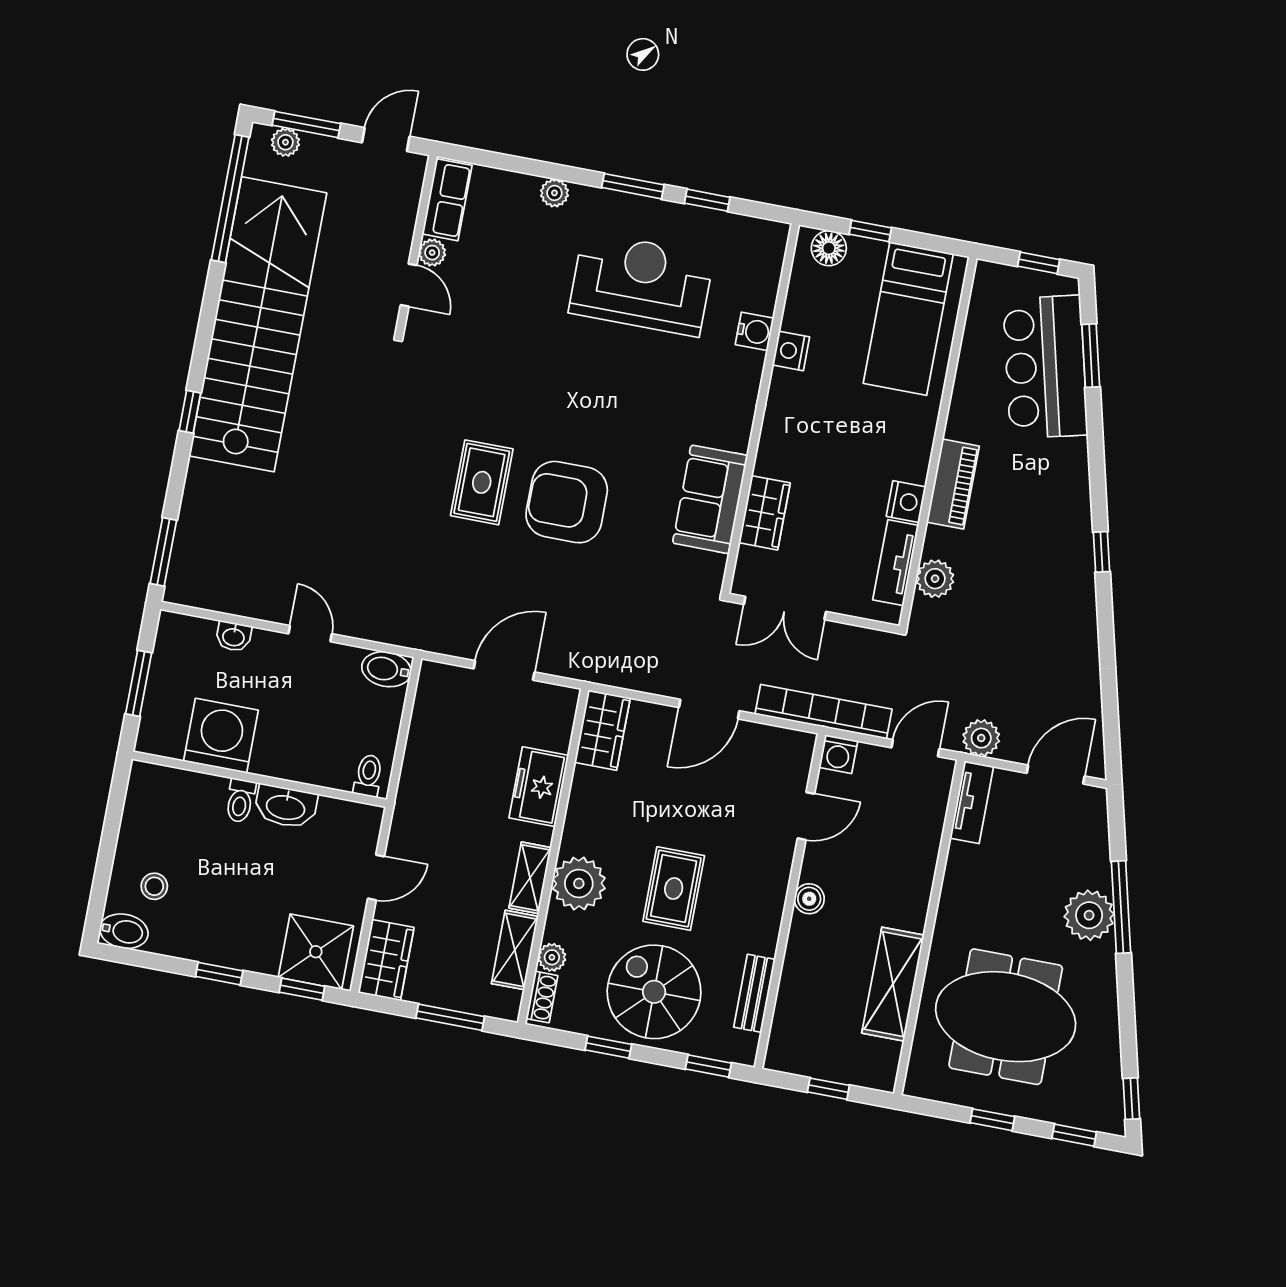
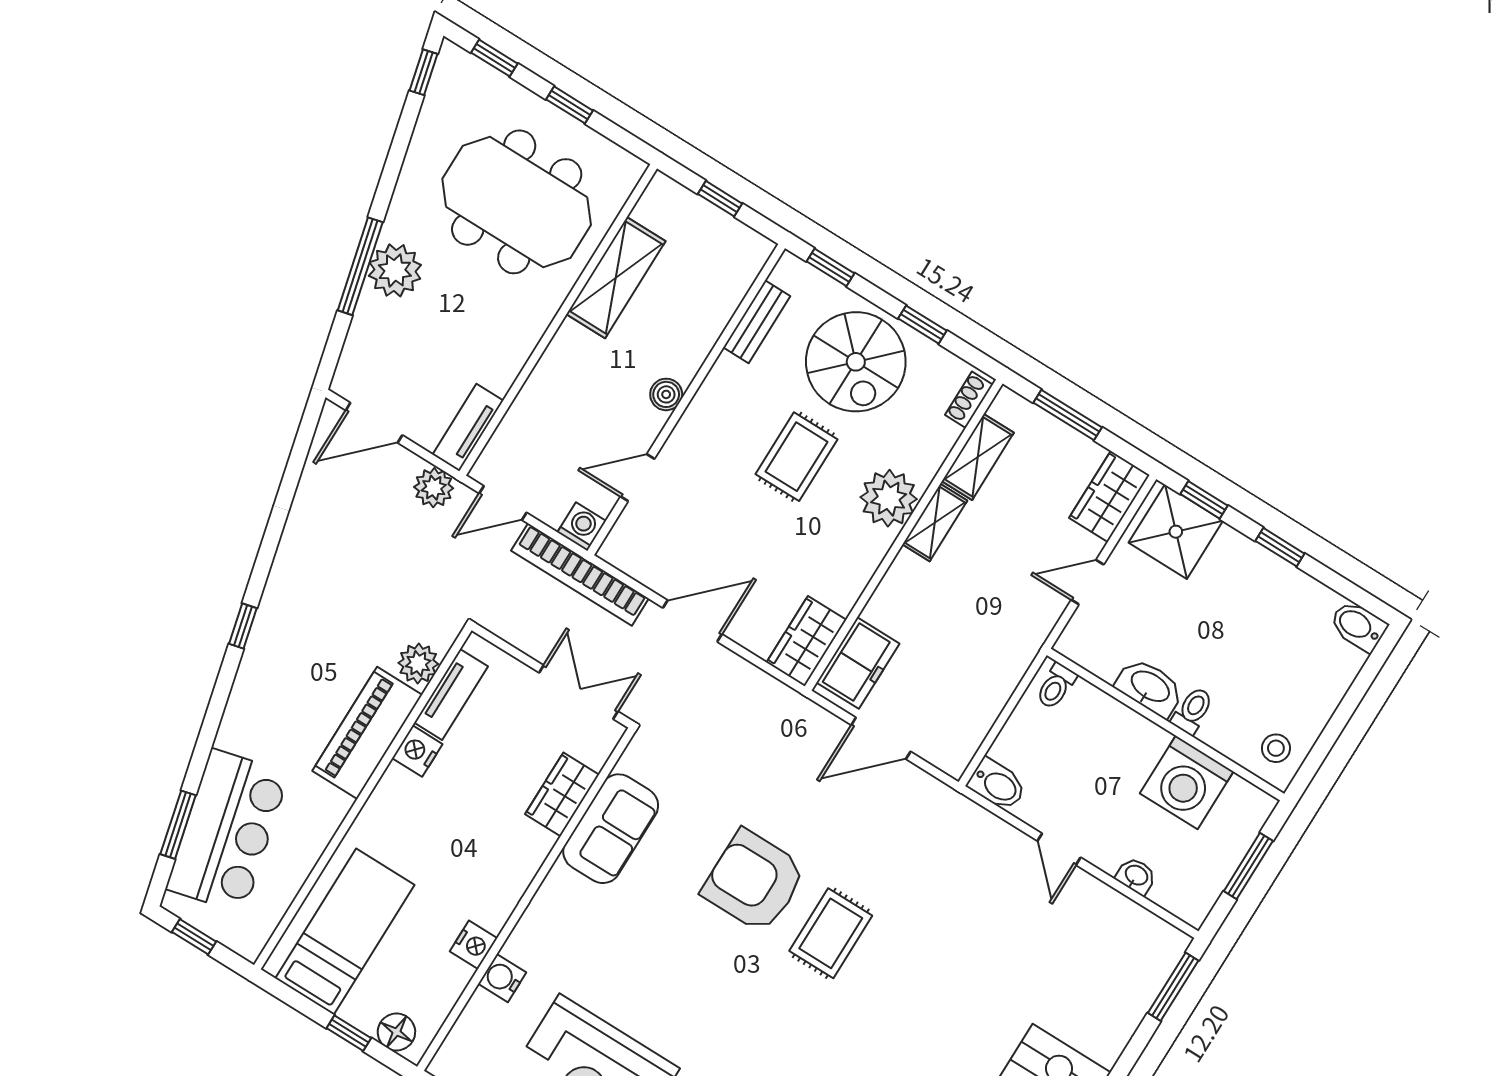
piano: (953, 484) -> (367, 733), width x1.37, depth x1.33
armchair: (567, 502) -> (754, 881), turned 180
freezer: (539, 787) -> (858, 663), moved
stool: (154, 886) -> (1276, 748), moved
plant: (552, 957) -> (944, 435), removed

